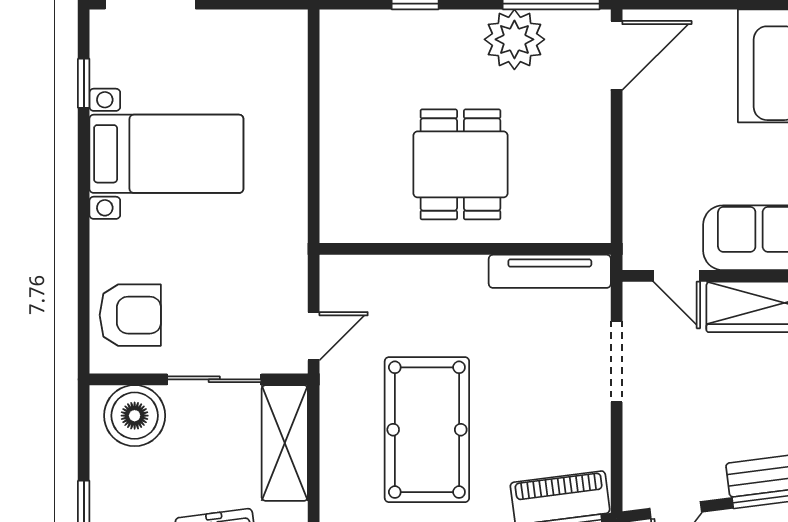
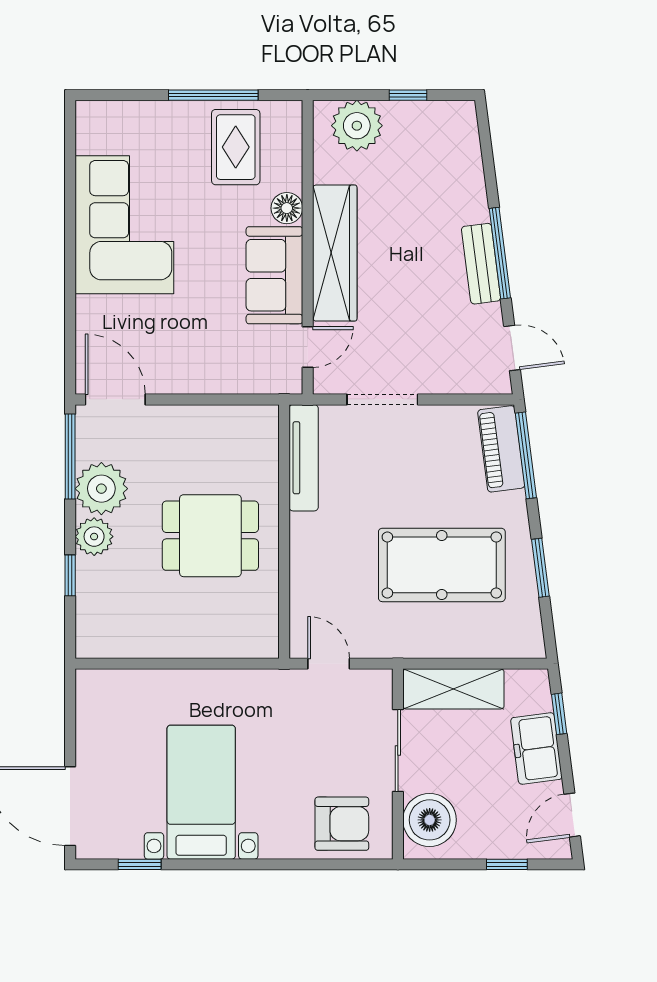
plant: (460, 31) -> (94, 537), added
armchair: (130, 315) -> (342, 824), turned 90
door: (314, 336) -> (329, 664), moved

